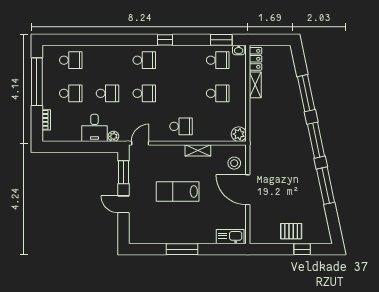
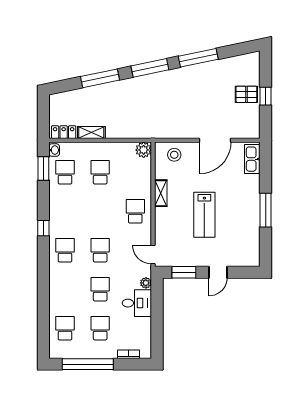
door: (248, 190) -> (215, 140), moved
pallet: (291, 231) -> (246, 94), turned 90
window: (302, 249) -> (266, 96), moved

